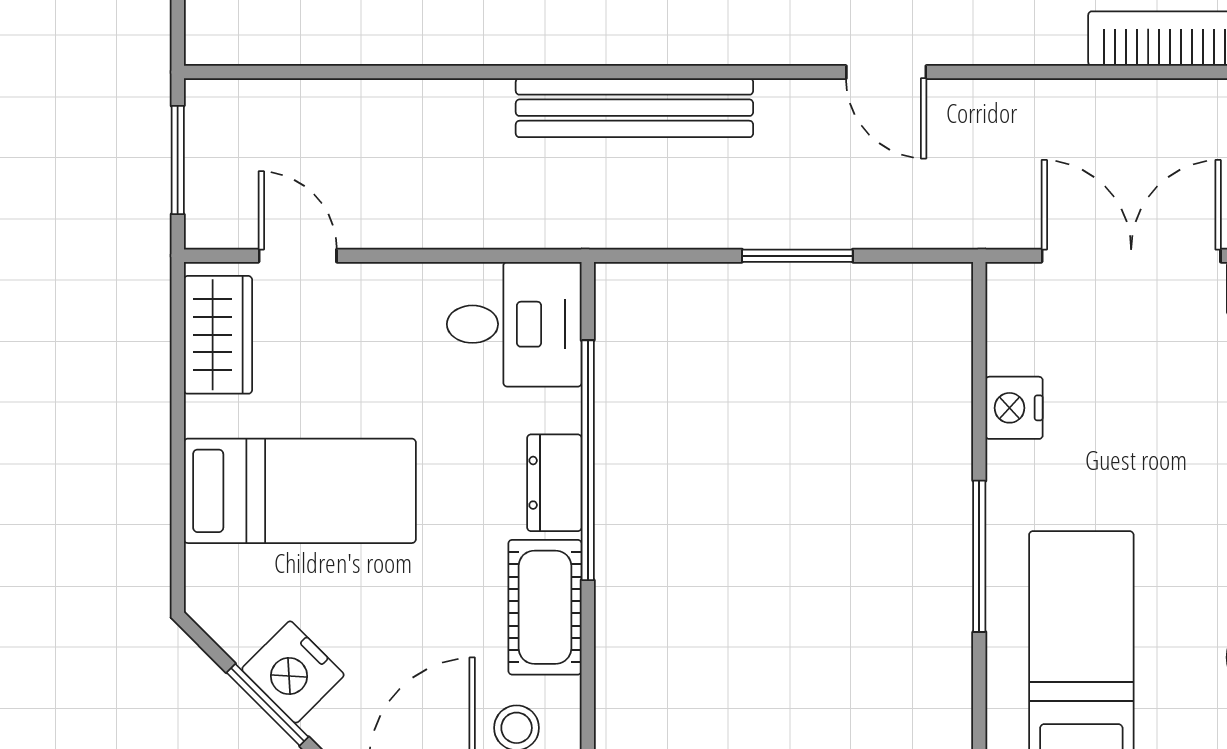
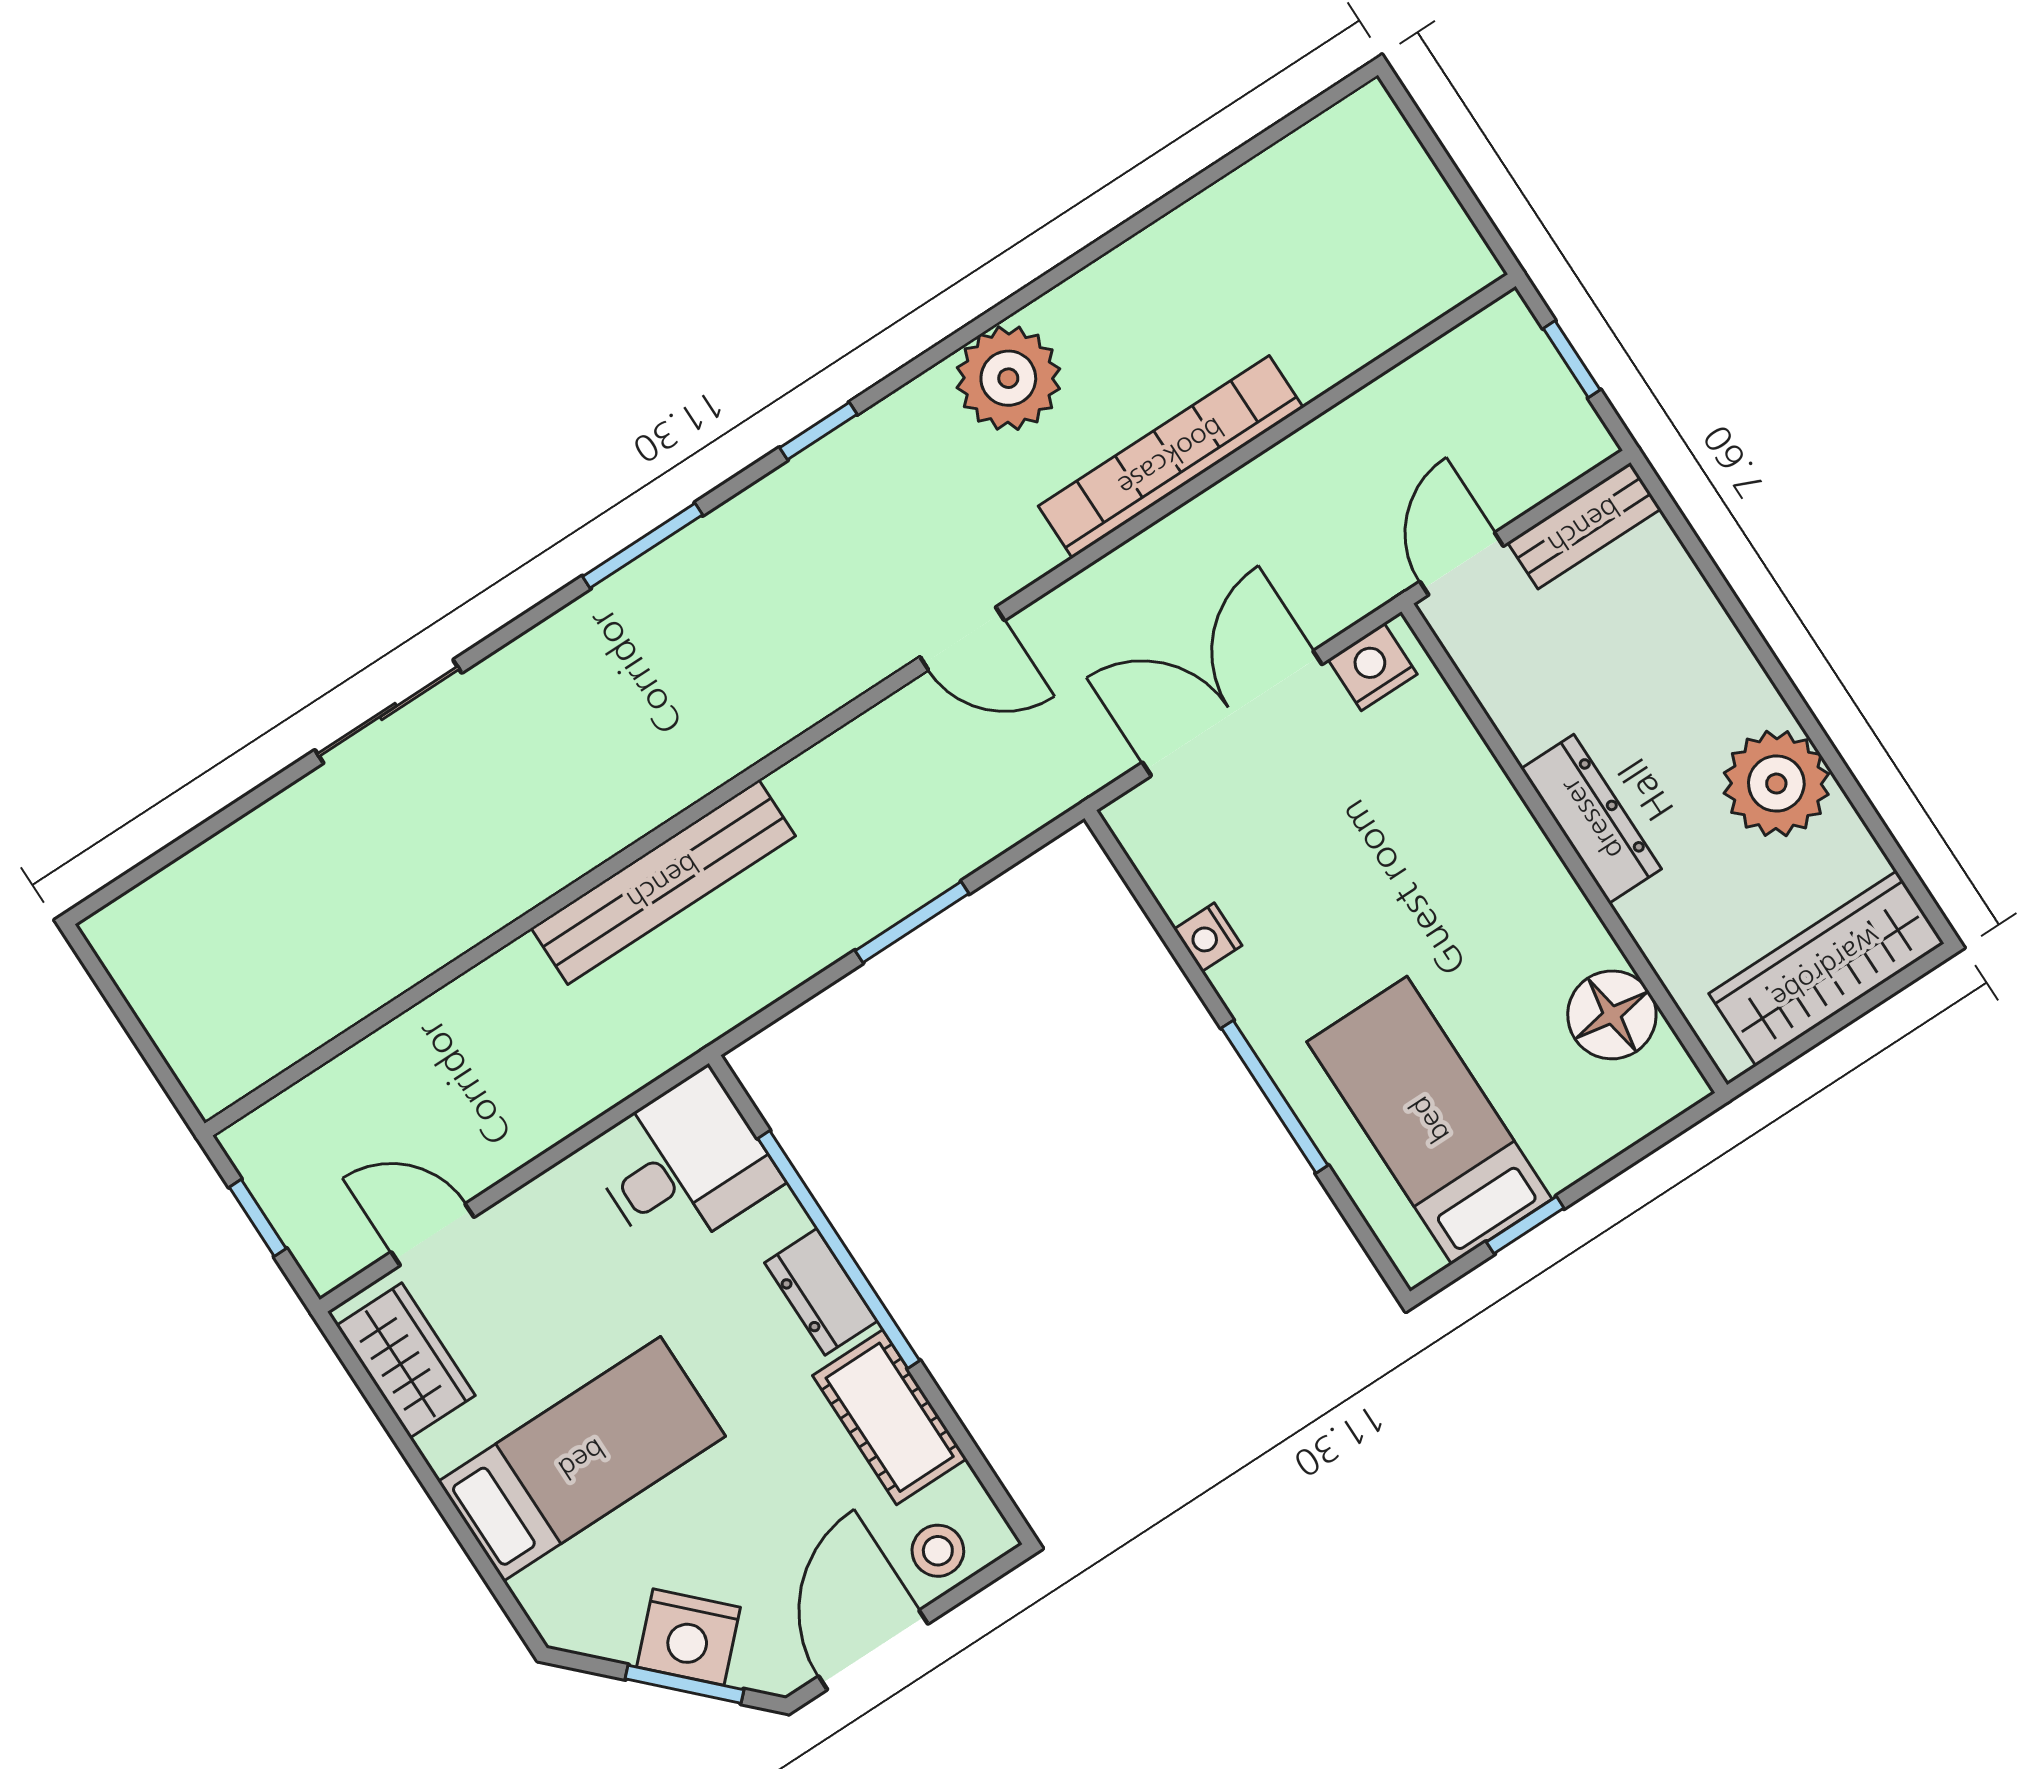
door: (886, 72) -> (962, 639), moved
window: (178, 160) -> (258, 1218), width x0.67
nightstand: (1014, 408) -> (1208, 937), width x0.72, depth x0.74

